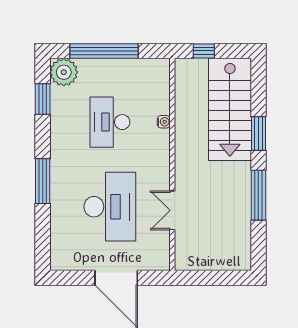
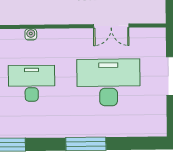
desk: (110, 122) -> (32, 83), turned 180

